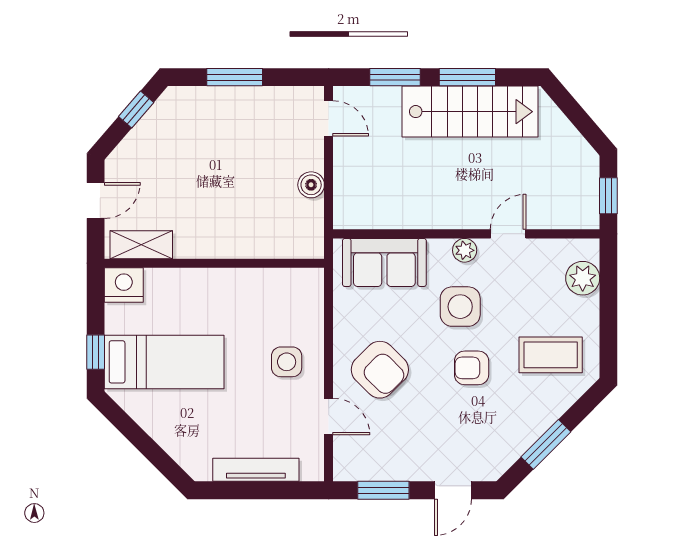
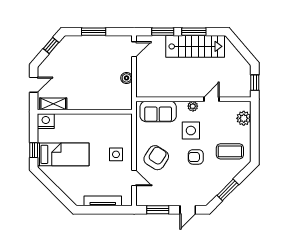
door: (329, 118) -> (134, 49), hinge flipped
armchair: (380, 370) -> (156, 158), turned -102

